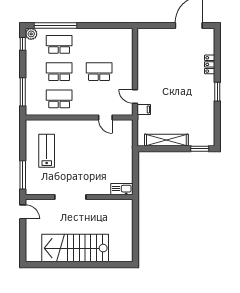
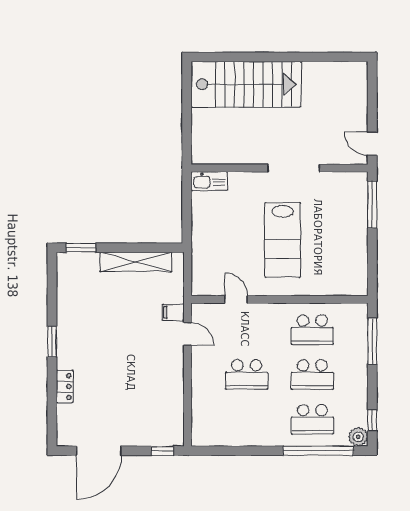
window: (150, 25) -> (162, 451), added
lab bench: (47, 151) -> (283, 240), moved, width x1.36, depth x1.39
stairs: (75, 248) -> (246, 84), moved

